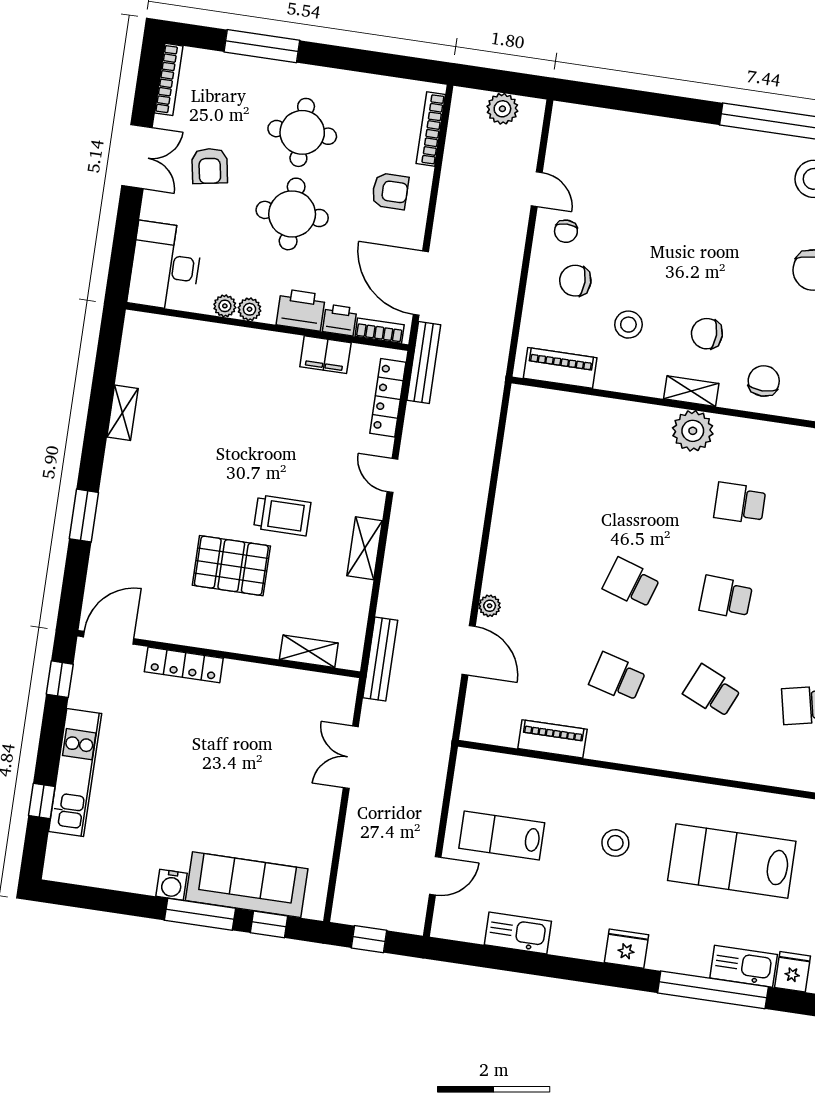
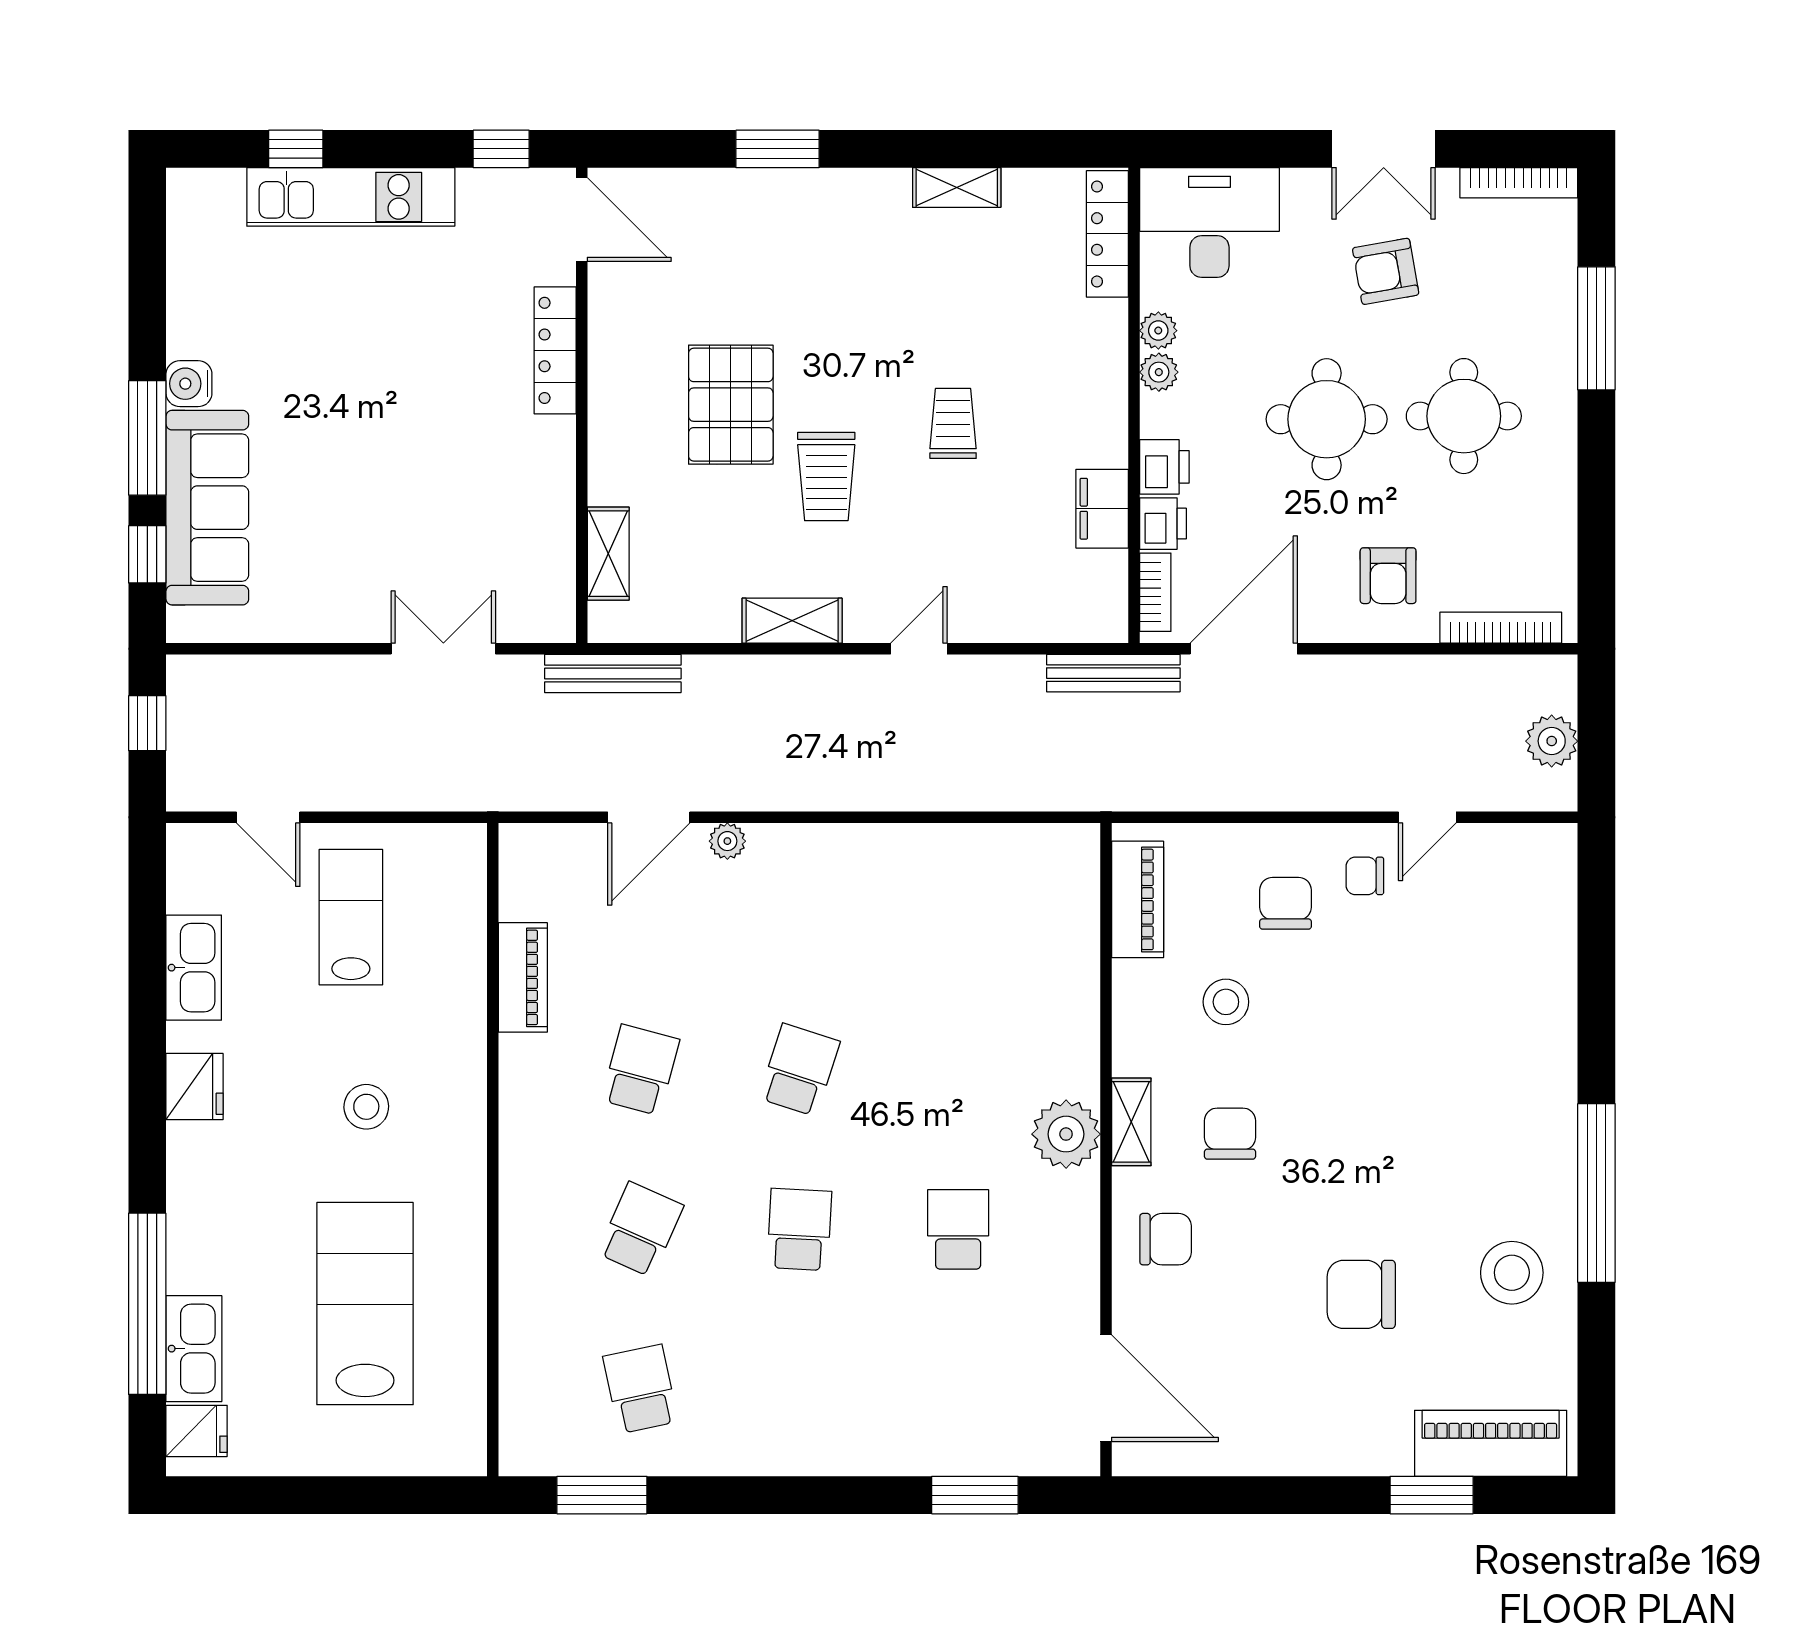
printer: (301, 310) -> (1164, 467), width x0.73, depth x0.81
locker: (388, 398) -> (1107, 234), moved, turned -90
trolley: (262, 436) -> (953, 423), added
fridge: (626, 949) -> (194, 1087), moved

